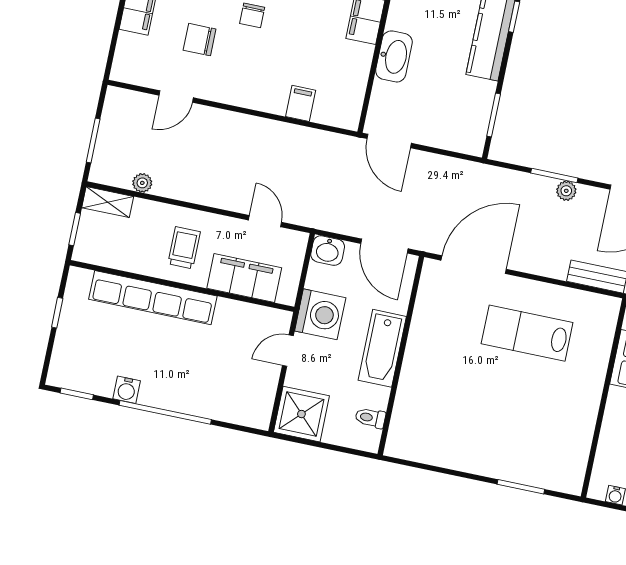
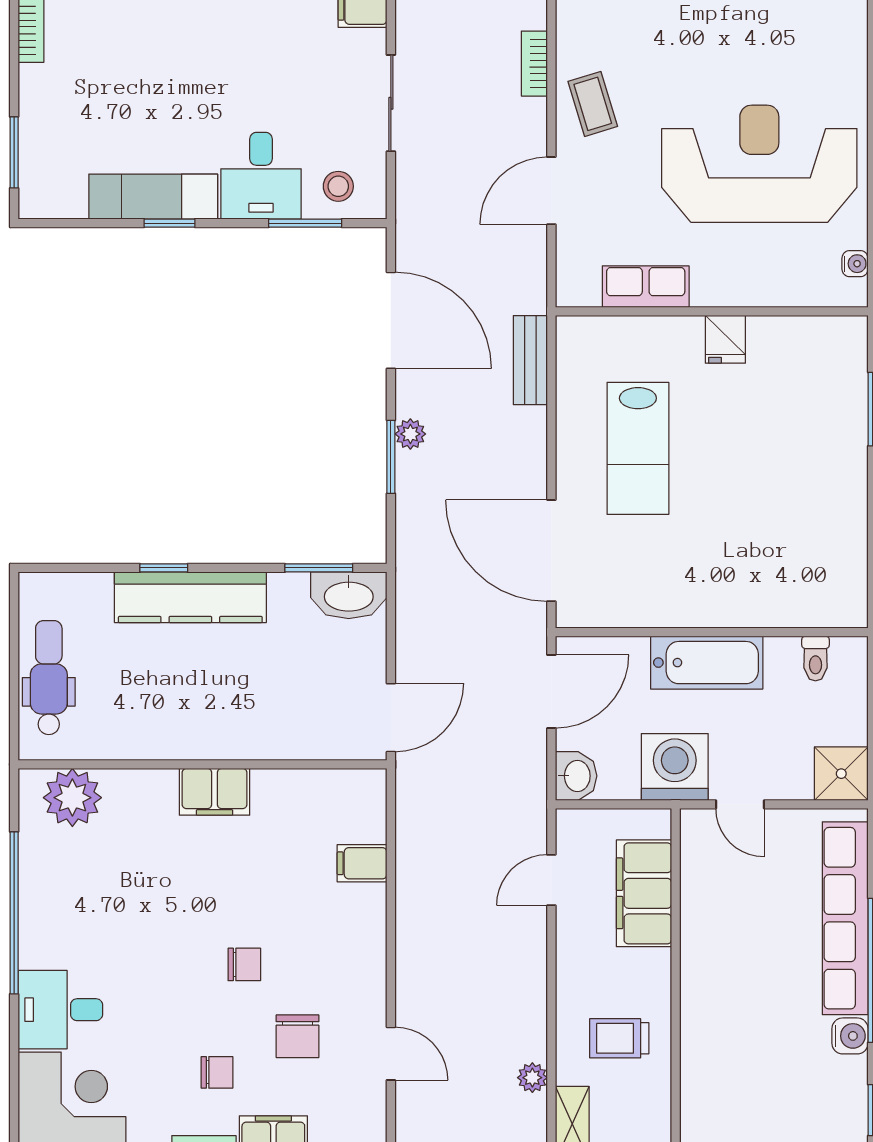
washbasin: (394, 56) -> (349, 595), moved, turned 180
trolley: (184, 248) -> (619, 1038), moved
row of seats: (153, 298) -> (845, 918), moved, turned 180
fridge: (585, 403) -> (725, 339), added
shower: (301, 414) -> (841, 774), width x0.73, depth x0.73

